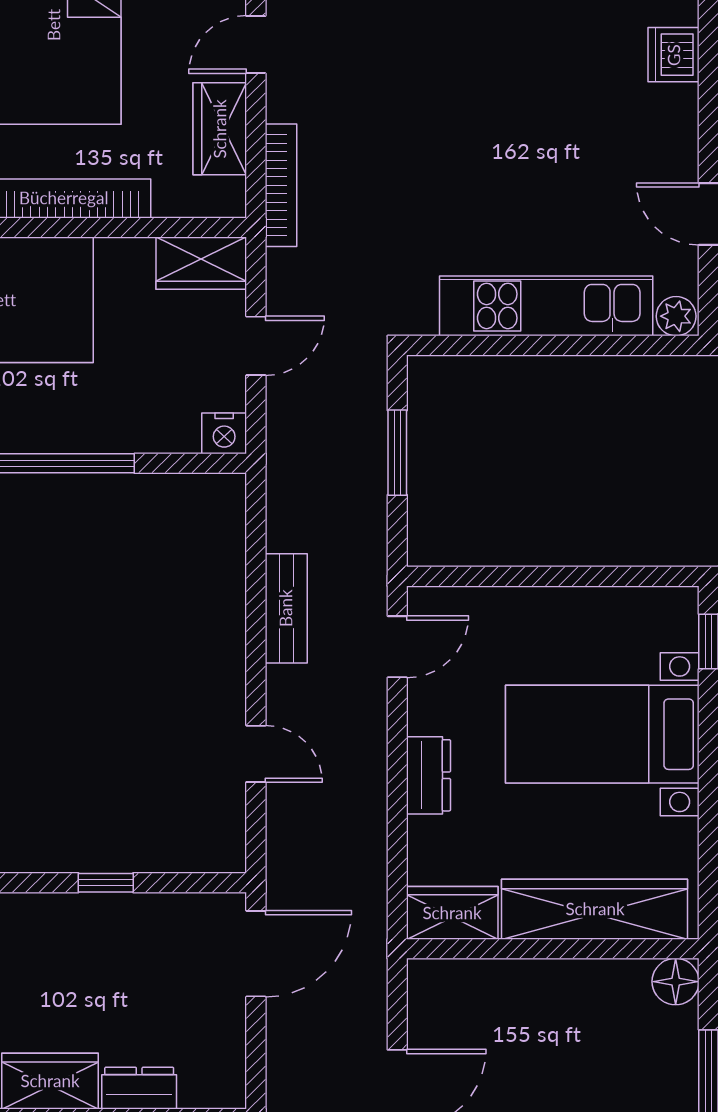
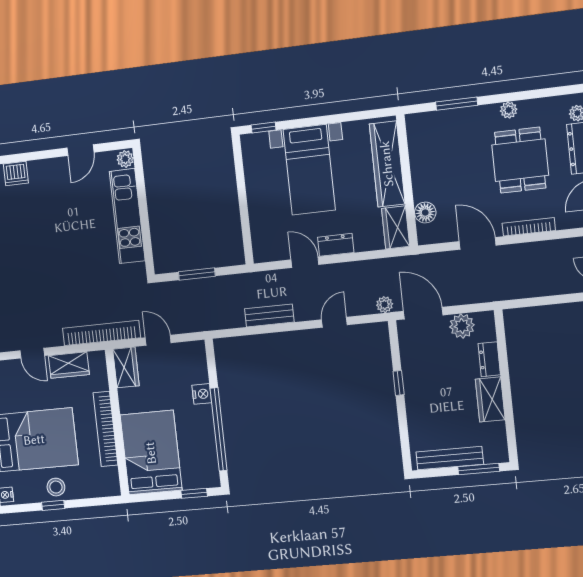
bookcase: (281, 185) -> (101, 333), width x1.48, depth x1.31
nightstand: (224, 433) -> (202, 394), moved
door: (397, 647) -> (305, 262), moved
plant: (284, 870) -> (385, 305), added
floor lamp: (676, 982) -> (425, 212), moved
plant: (219, 1036) -> (462, 326), added

